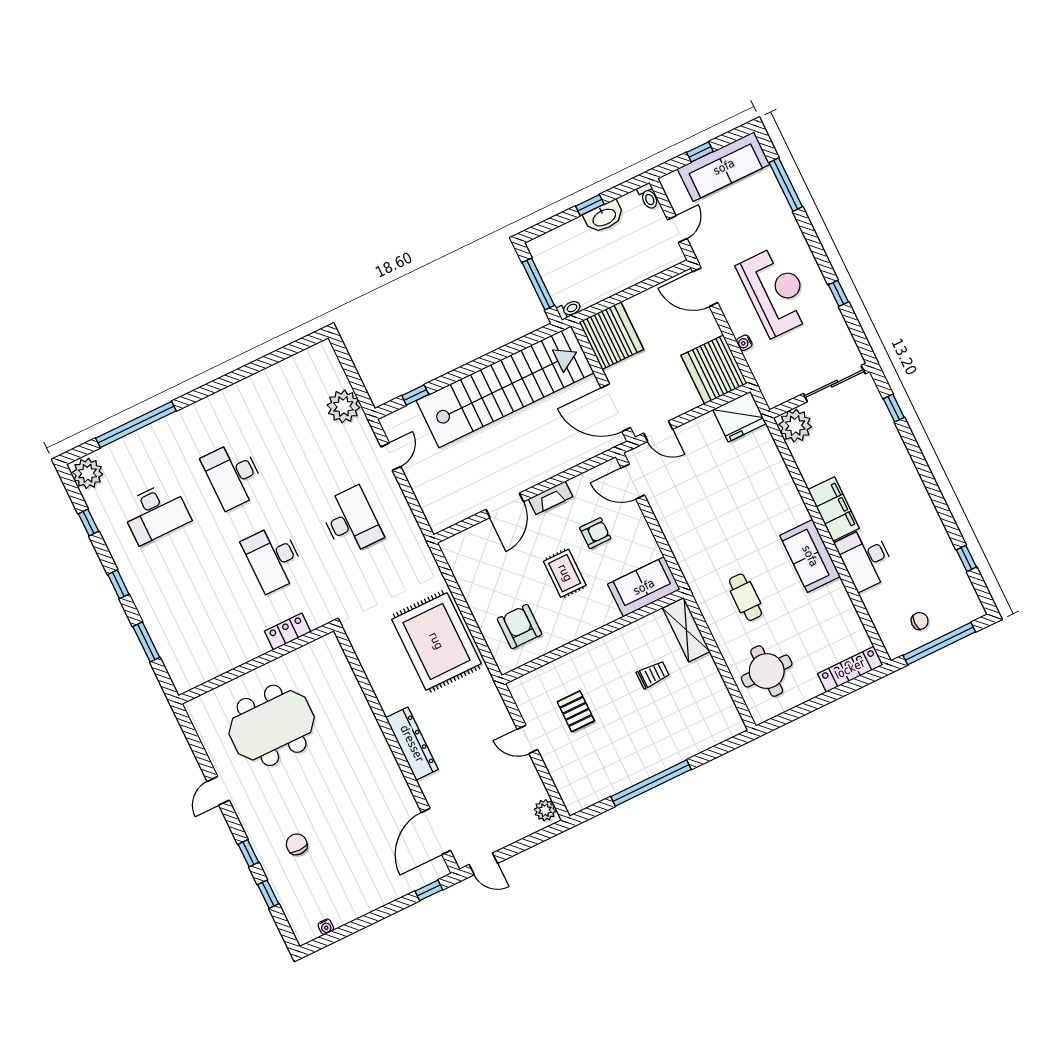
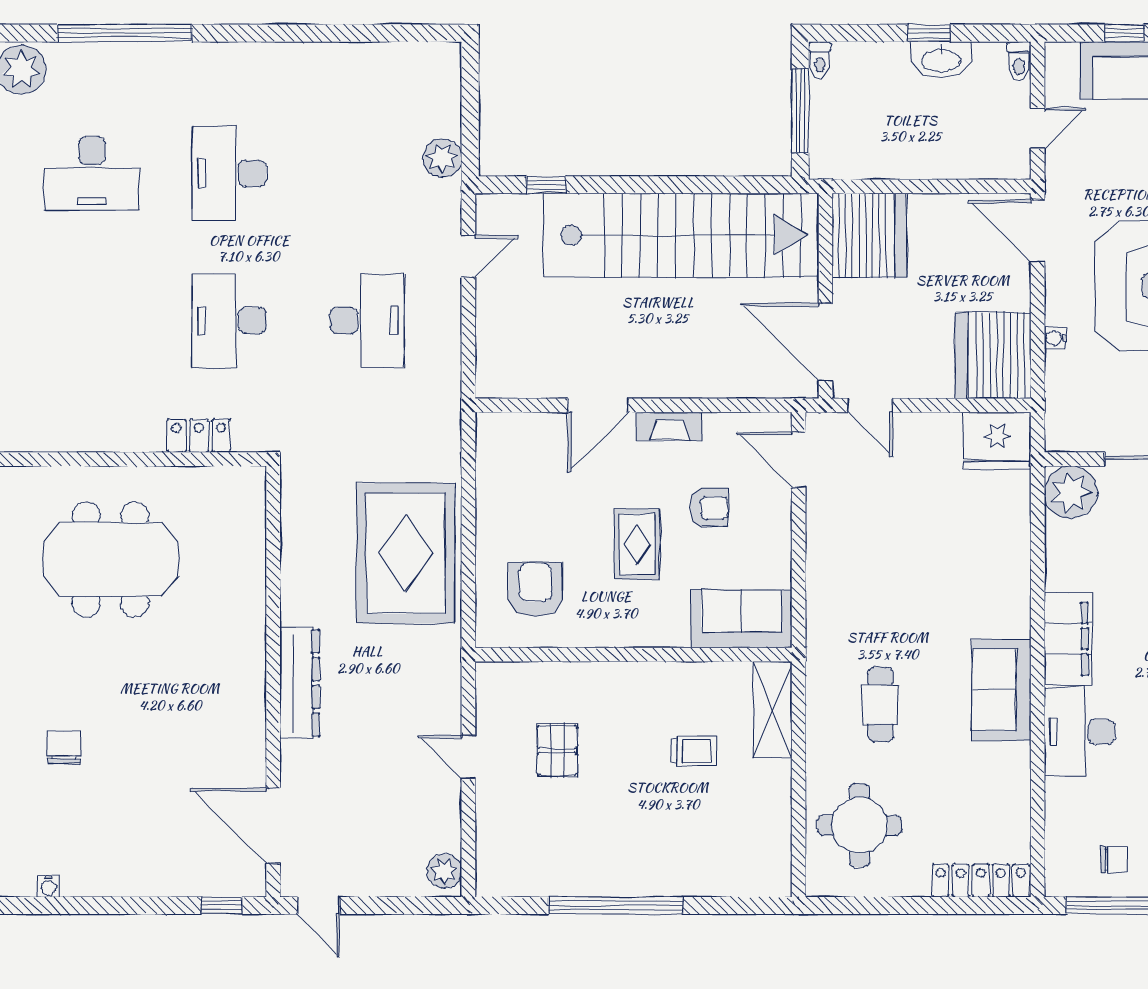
toilet: (569, 309) -> (820, 60), moved, turned 90
plant: (343, 406) -> (442, 158), width x0.73, depth x0.73
door: (436, 831) -> (273, 826), hinge flipped

